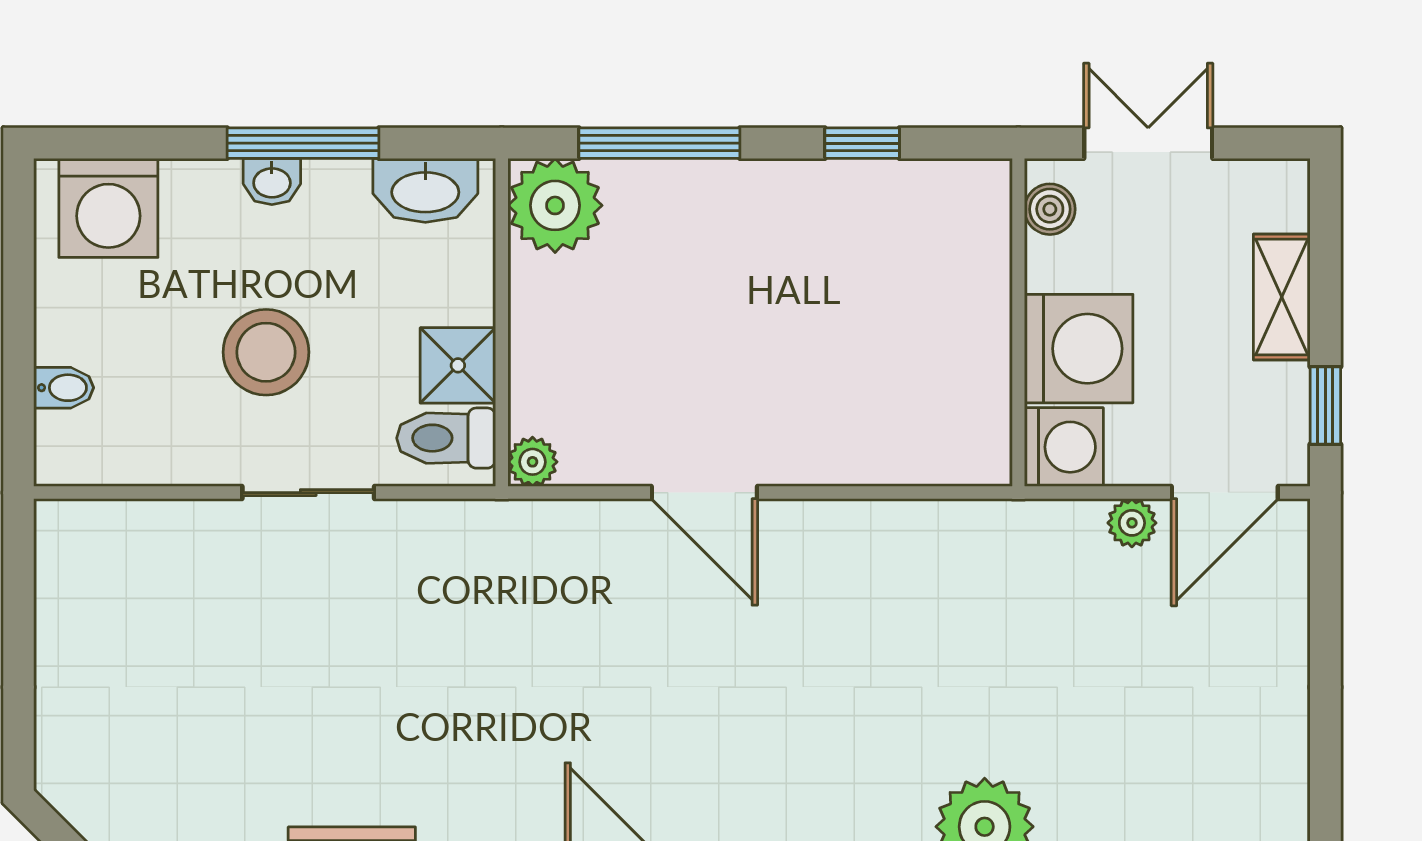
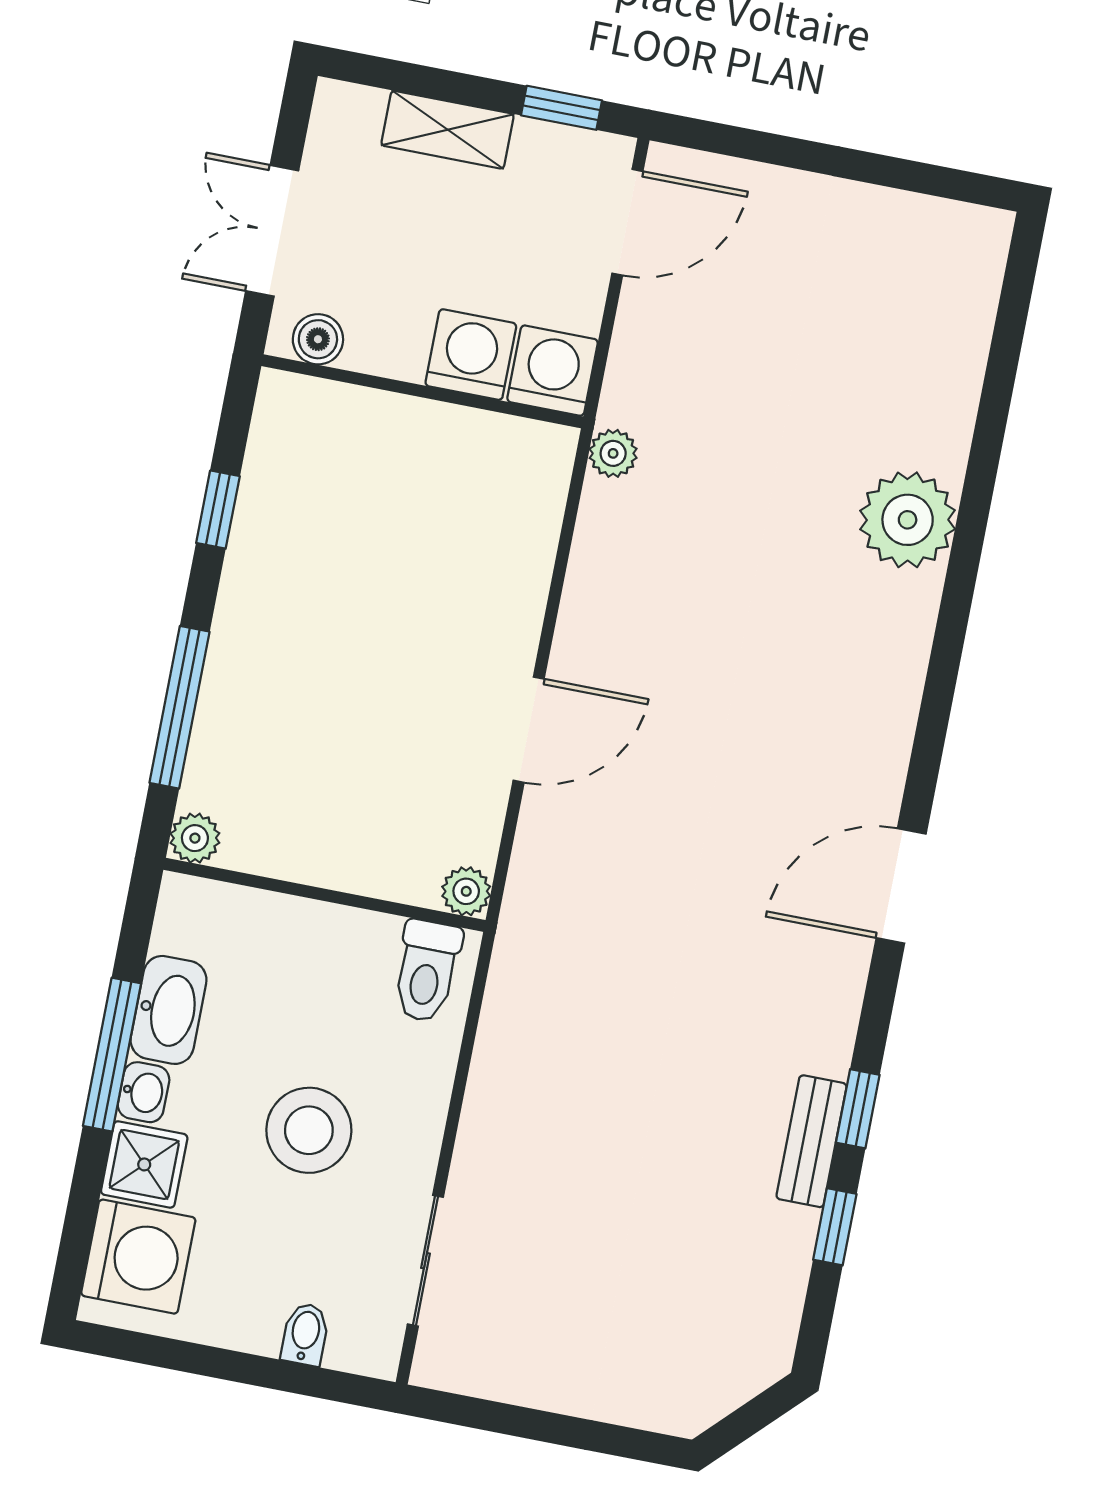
washbasin: (425, 190) -> (169, 1010), moved
plant: (555, 205) -> (195, 838), width x0.53, depth x0.53
washing machine: (1079, 349) -> (471, 355), width x0.73, depth x0.73
shower: (458, 365) -> (144, 1164), moved
sliding door: (308, 493) -> (425, 1261), moved
door: (1225, 493) -> (627, 222), hinge flipped
plant: (1132, 523) -> (613, 453), moved

